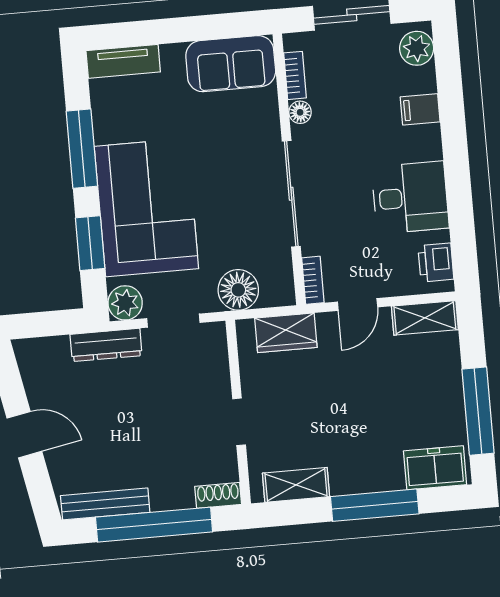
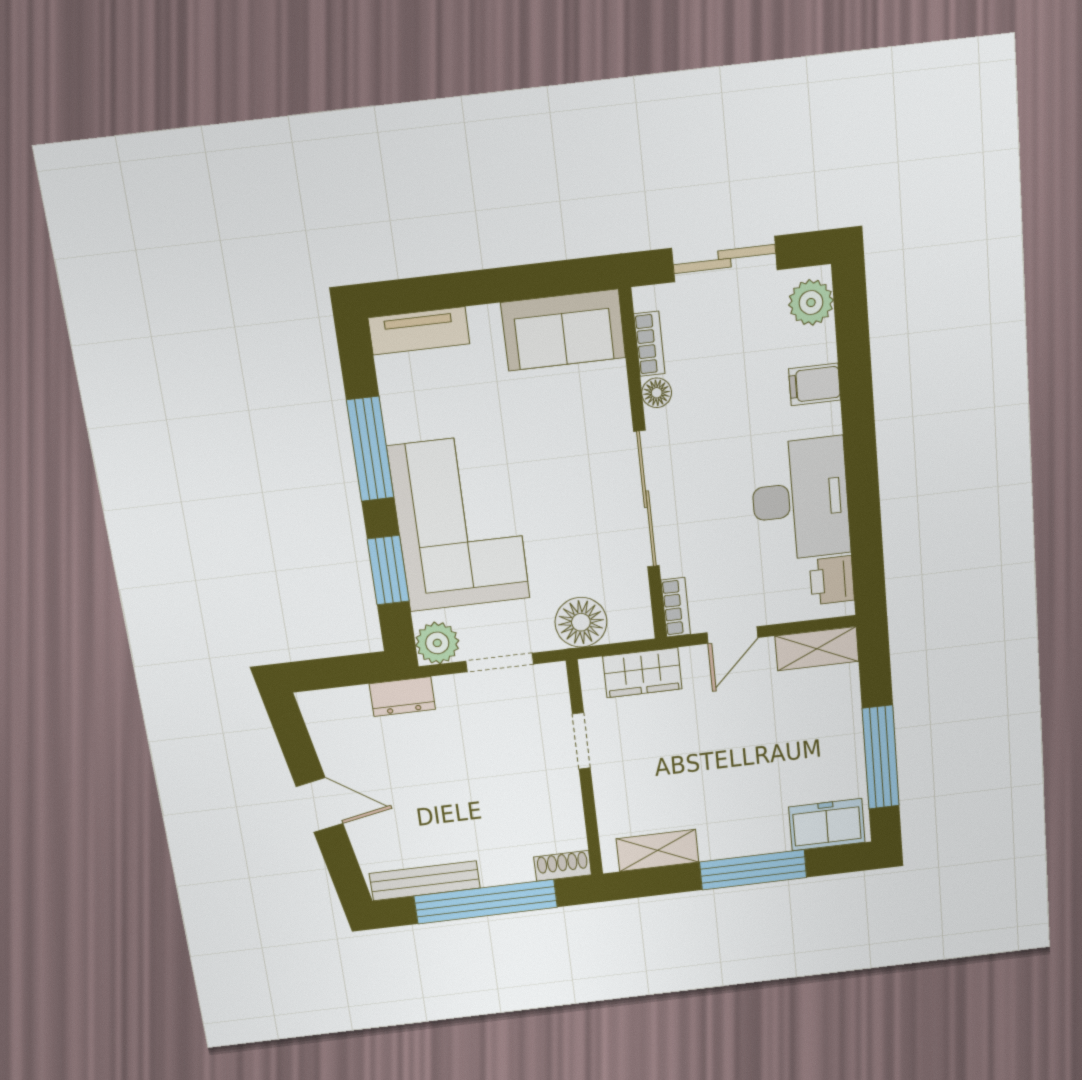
desk: (410, 197) -> (800, 499), width x1.37
dresser: (106, 345) -> (402, 697), width x0.70
doorway: (239, 422) -> (581, 741), moved

